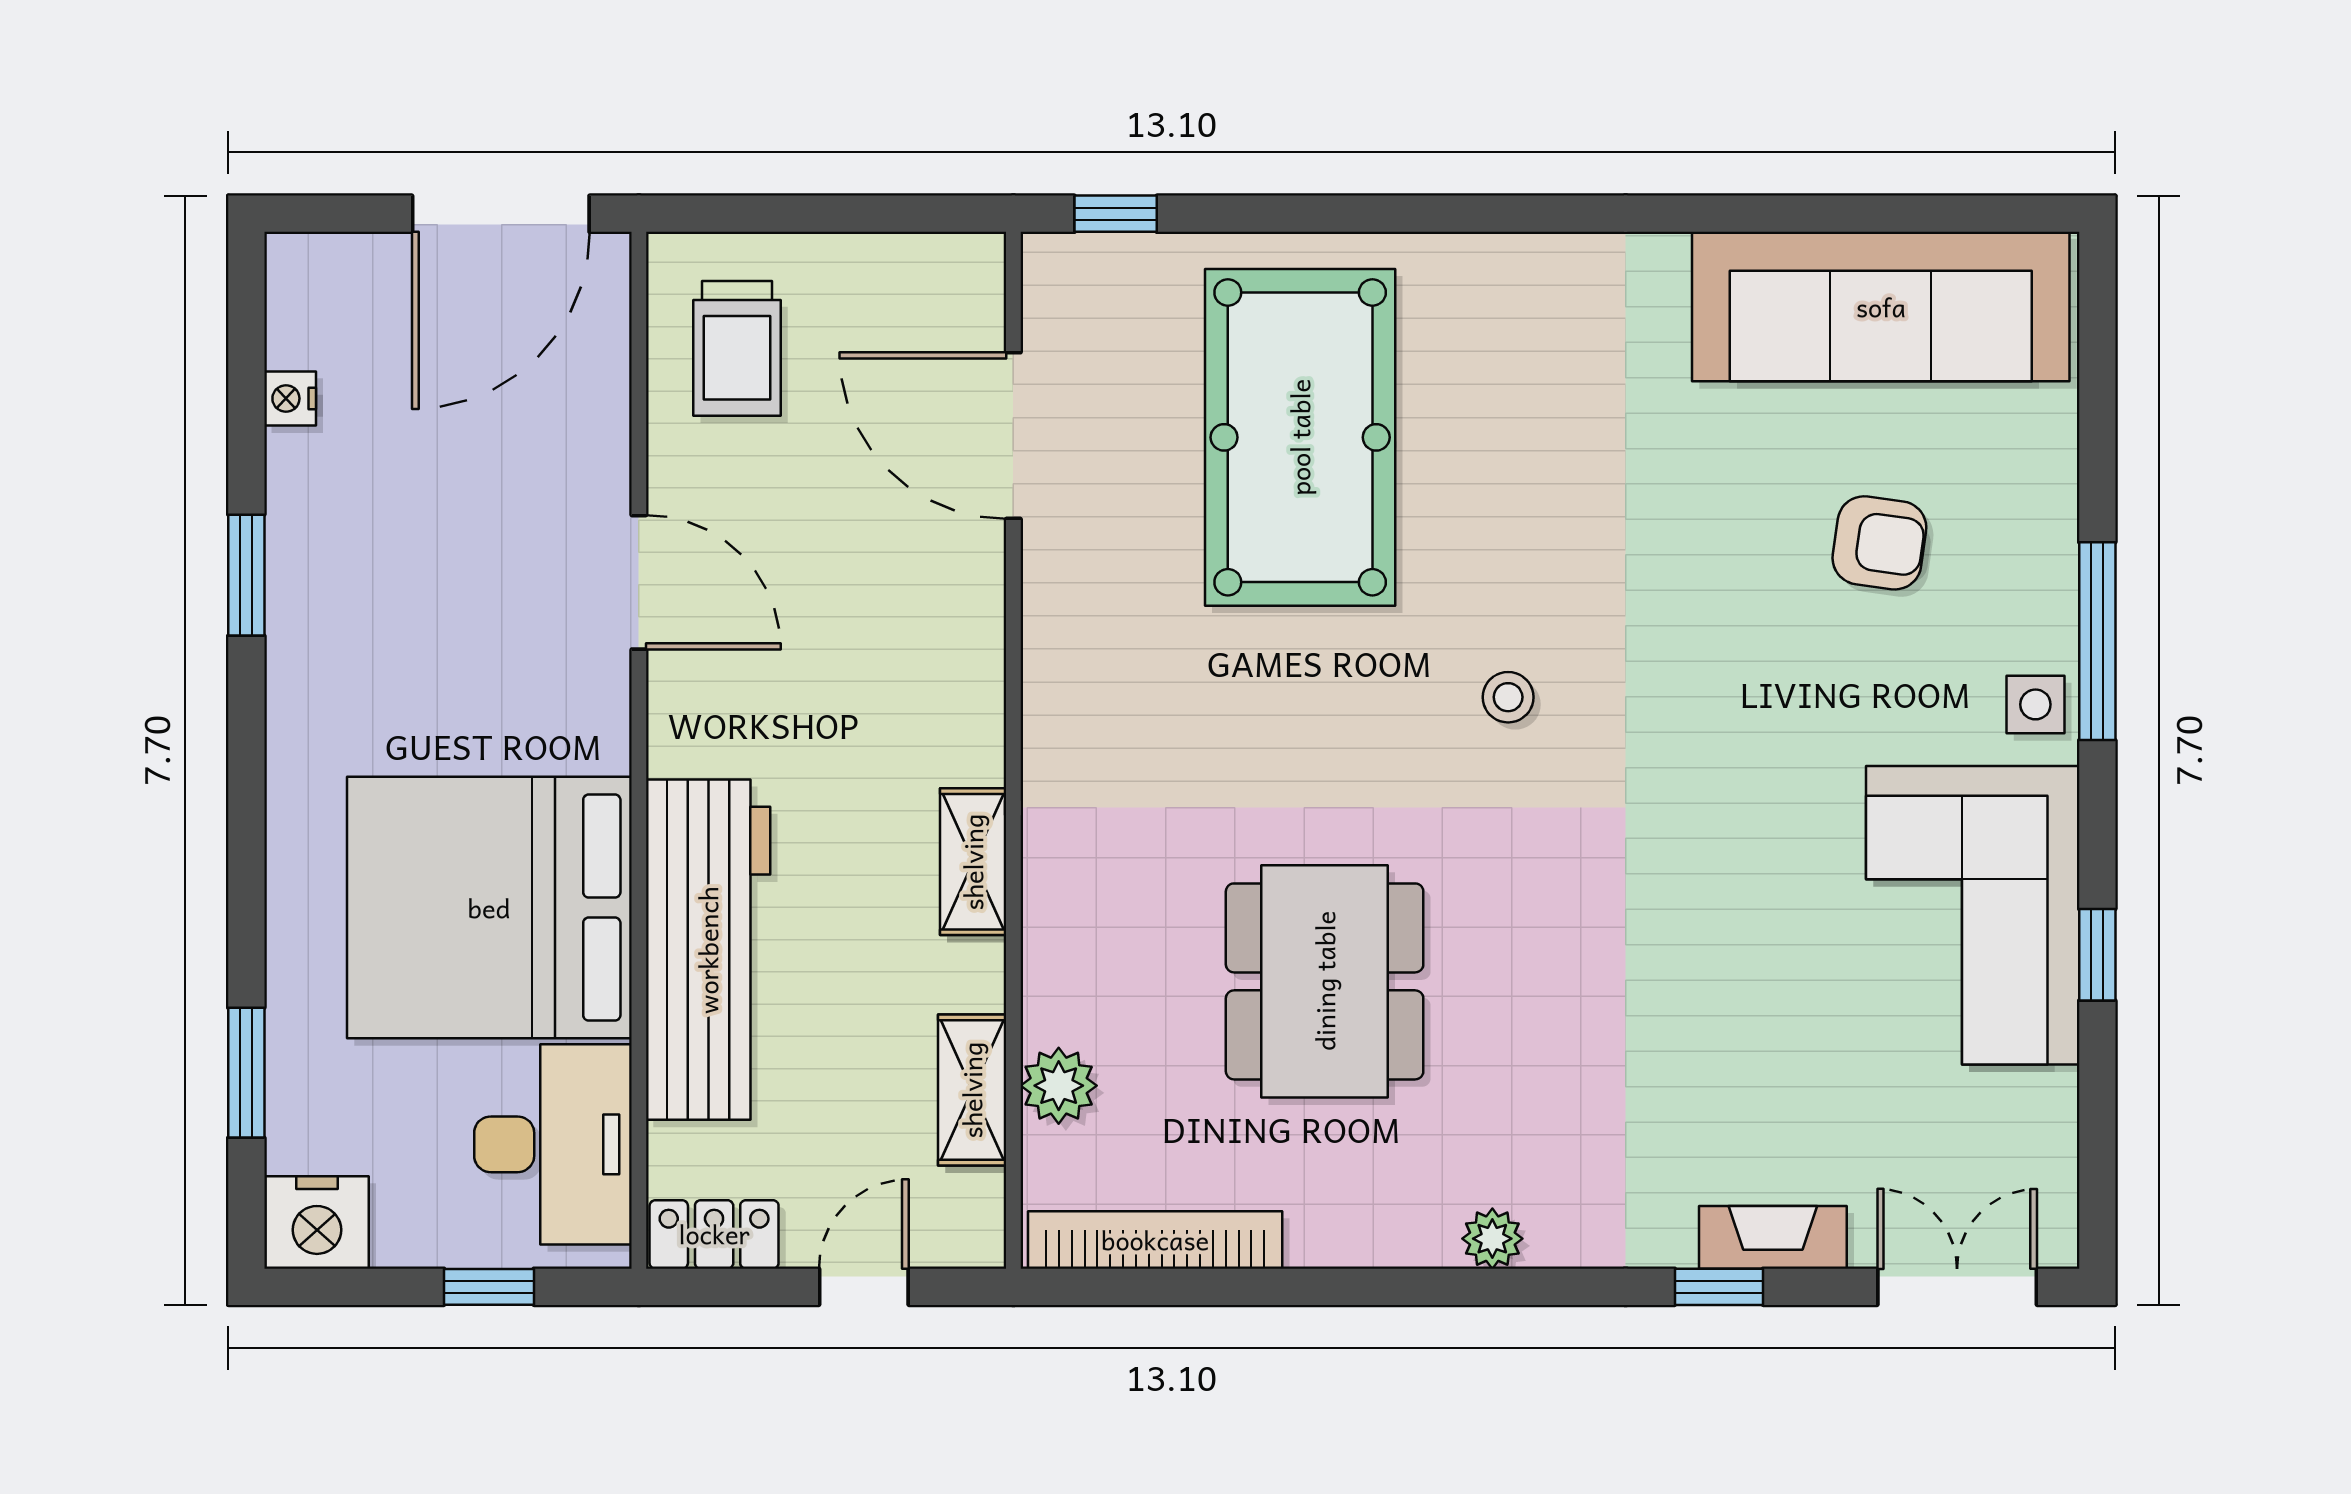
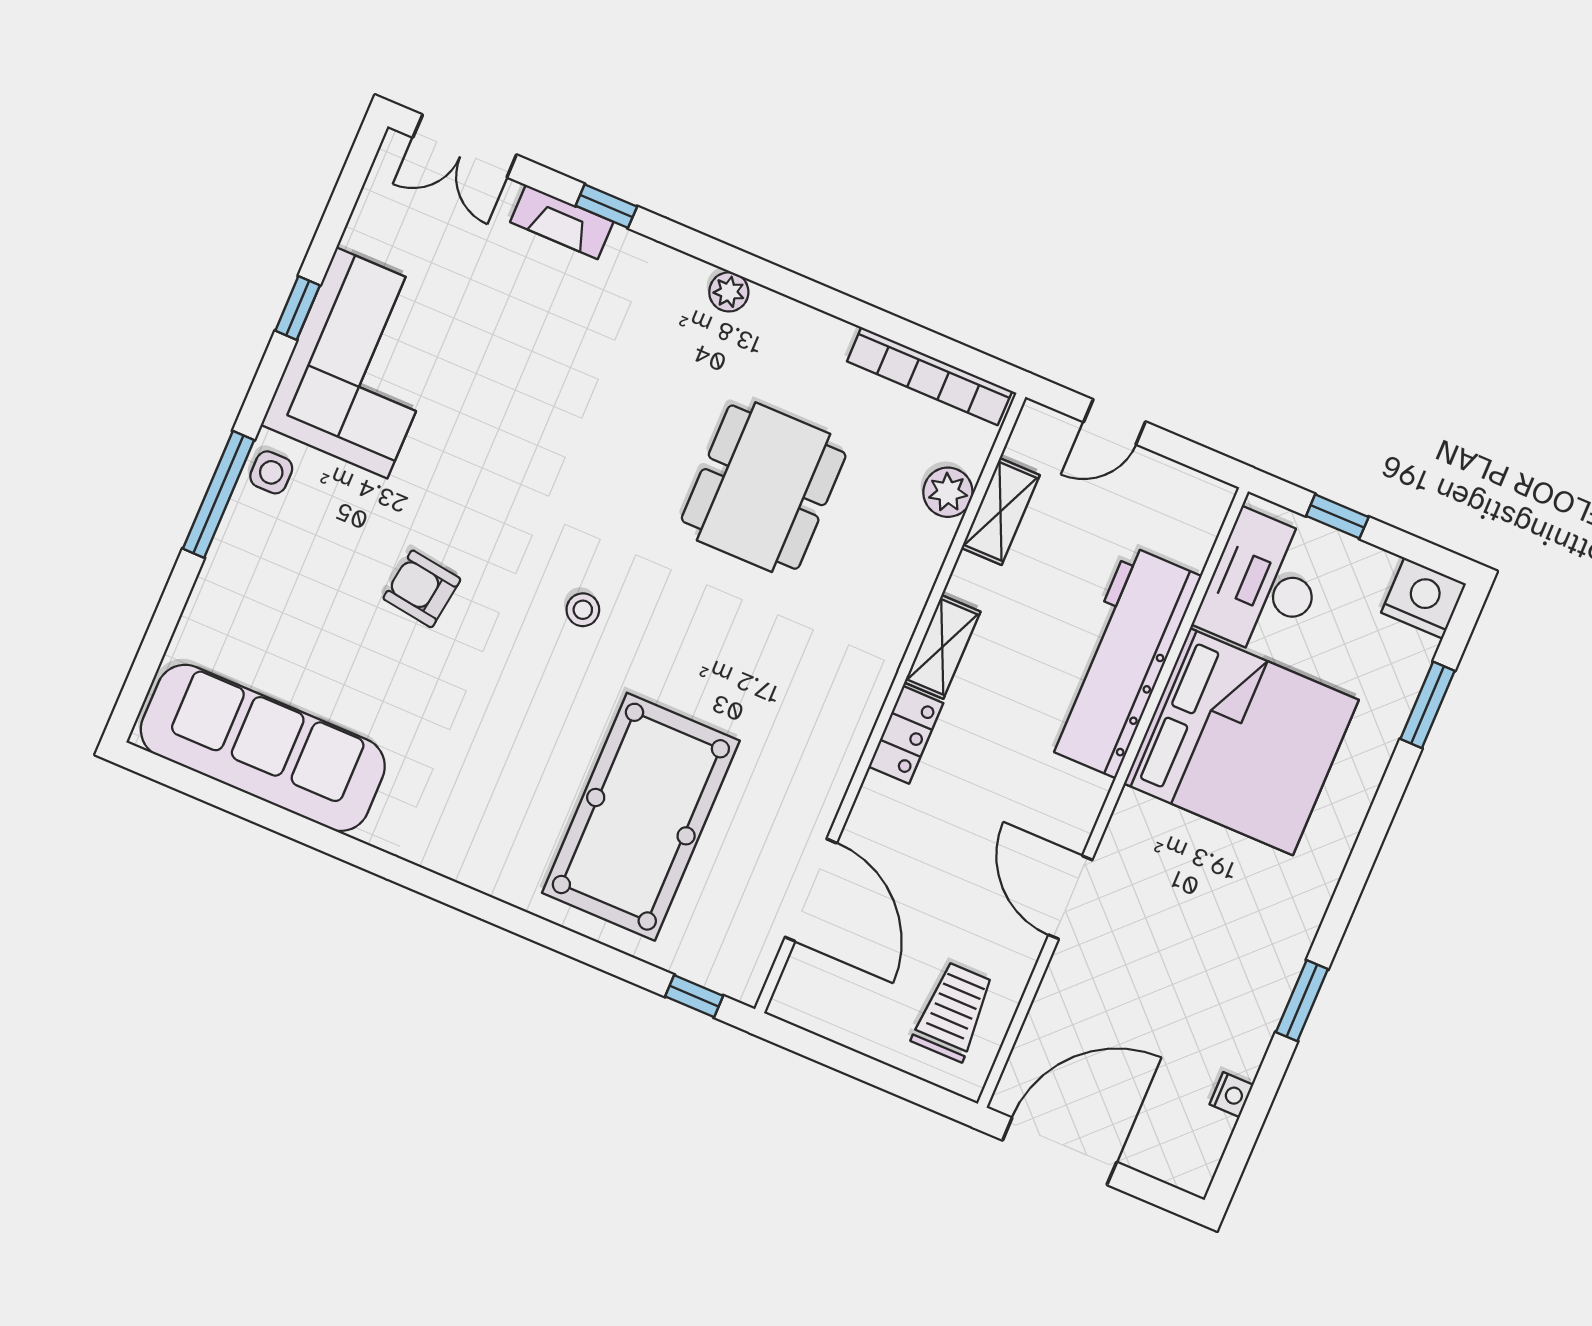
armchair: (1879, 543) -> (422, 589), moved
locker: (714, 1234) -> (906, 735), moved, turned -90

